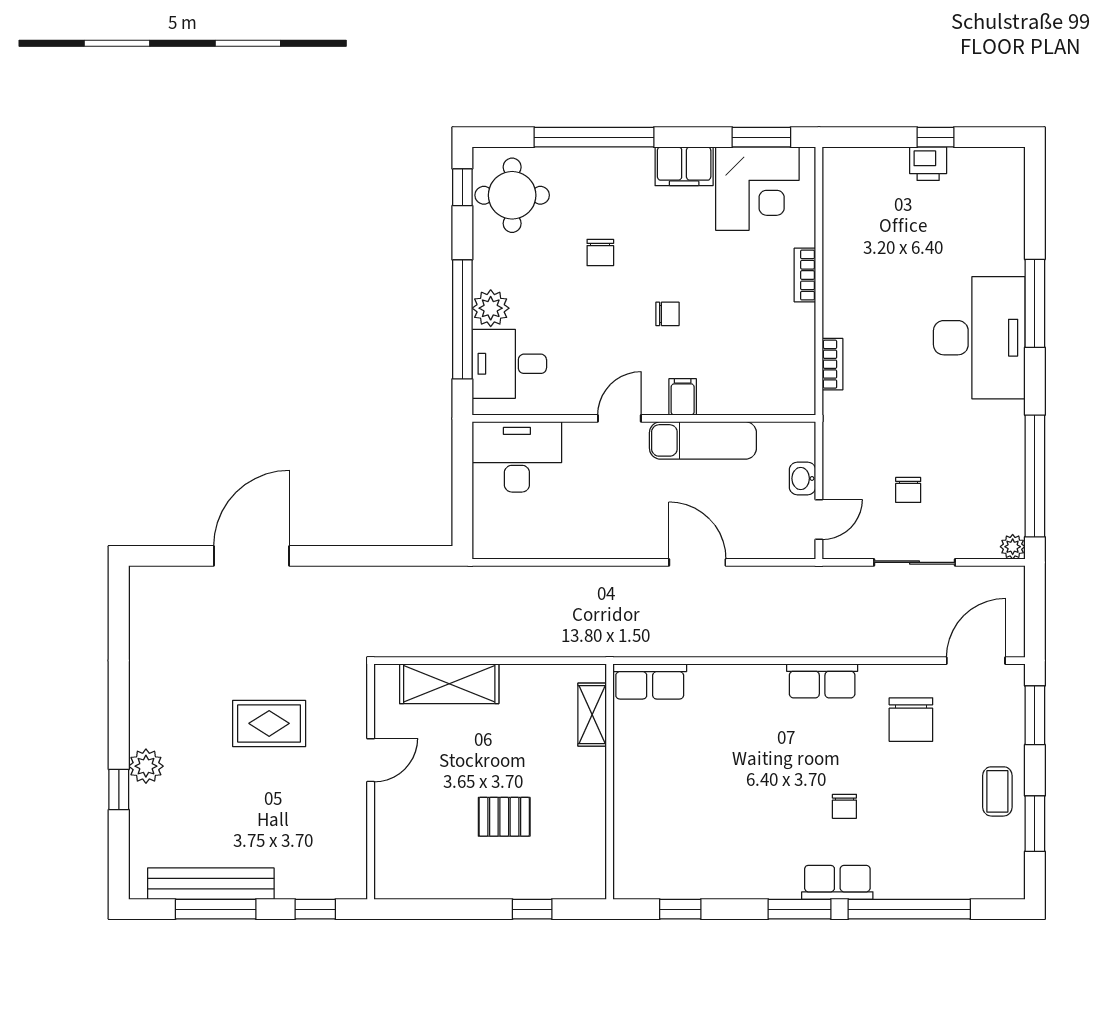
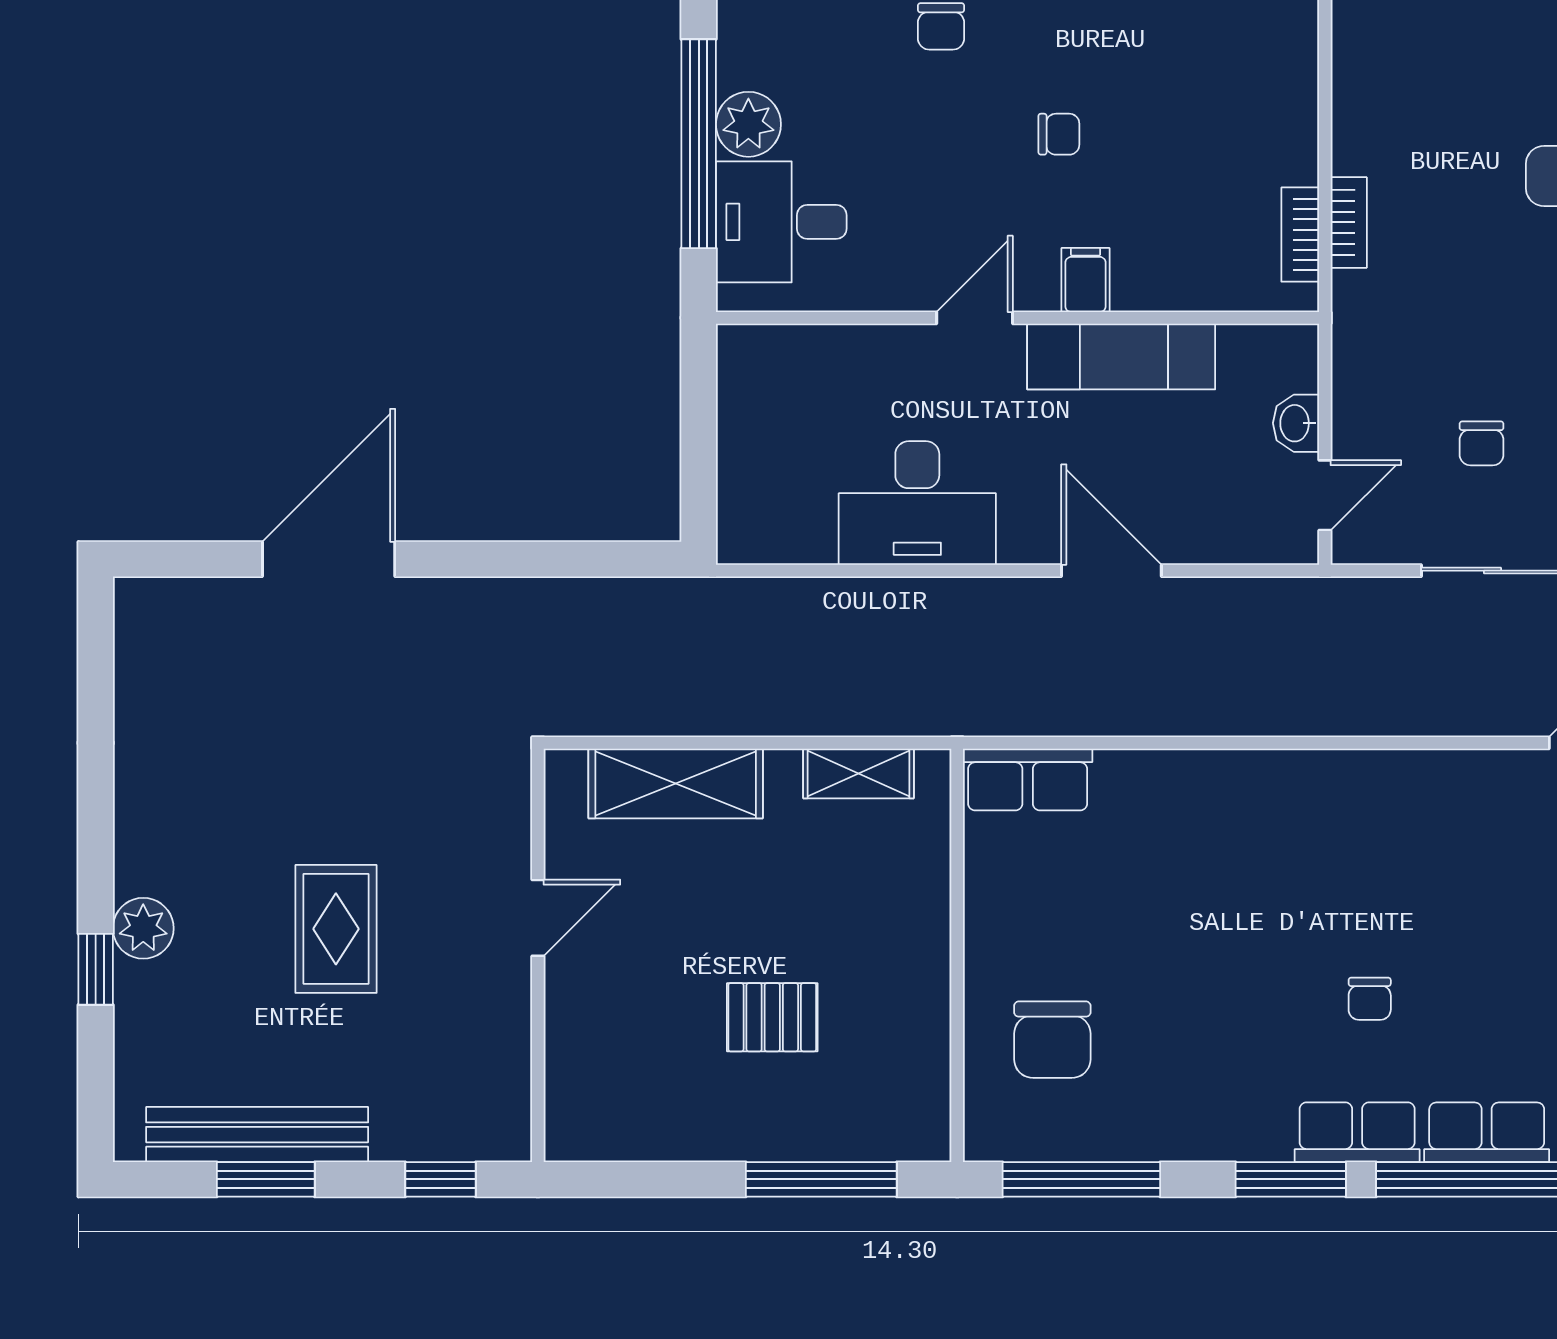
bookcase: (805, 275) -> (1300, 235), moved
desk: (517, 457) -> (917, 503), moved, turned 180
row of seats: (822, 681) -> (1487, 1132), moved, turned 180
shelving: (592, 715) -> (859, 773), moved, turned 90
chair: (911, 720) -> (1052, 1040), moved
rug: (269, 723) -> (336, 929), moved, turned 90
window: (216, 909) -> (266, 1179), width x0.69
window: (532, 909) -> (821, 1179), width x2.17
window: (680, 909) -> (1081, 1179), width x2.17

